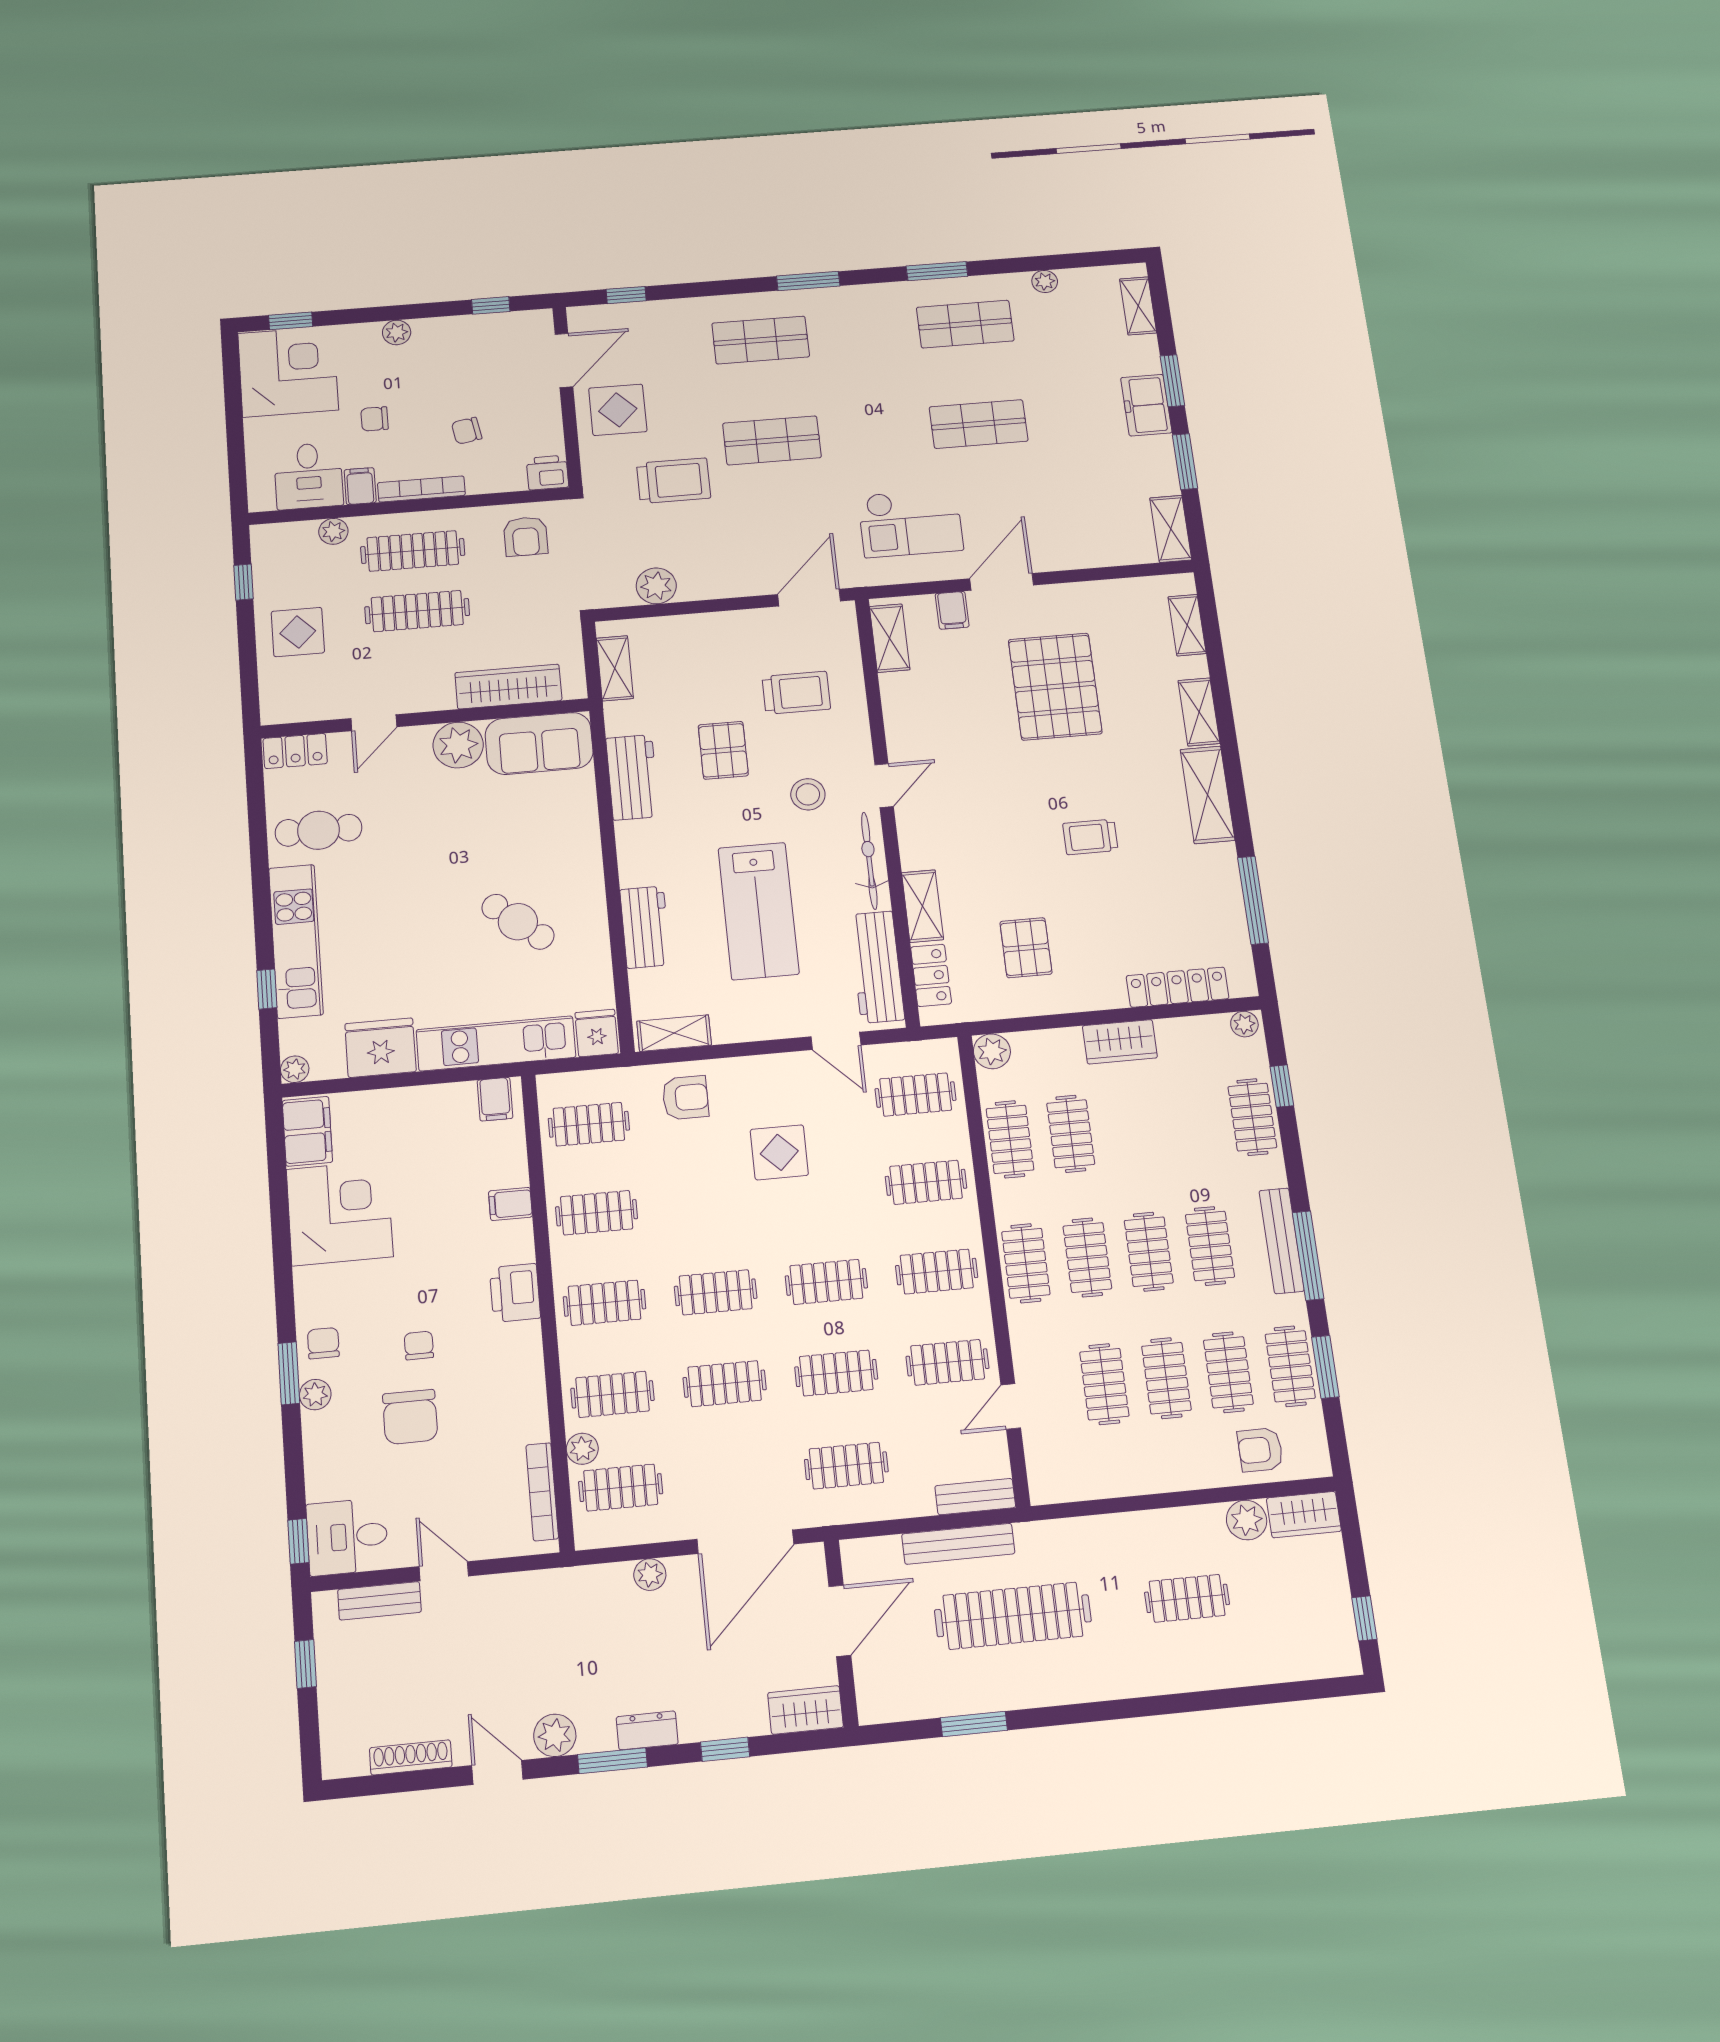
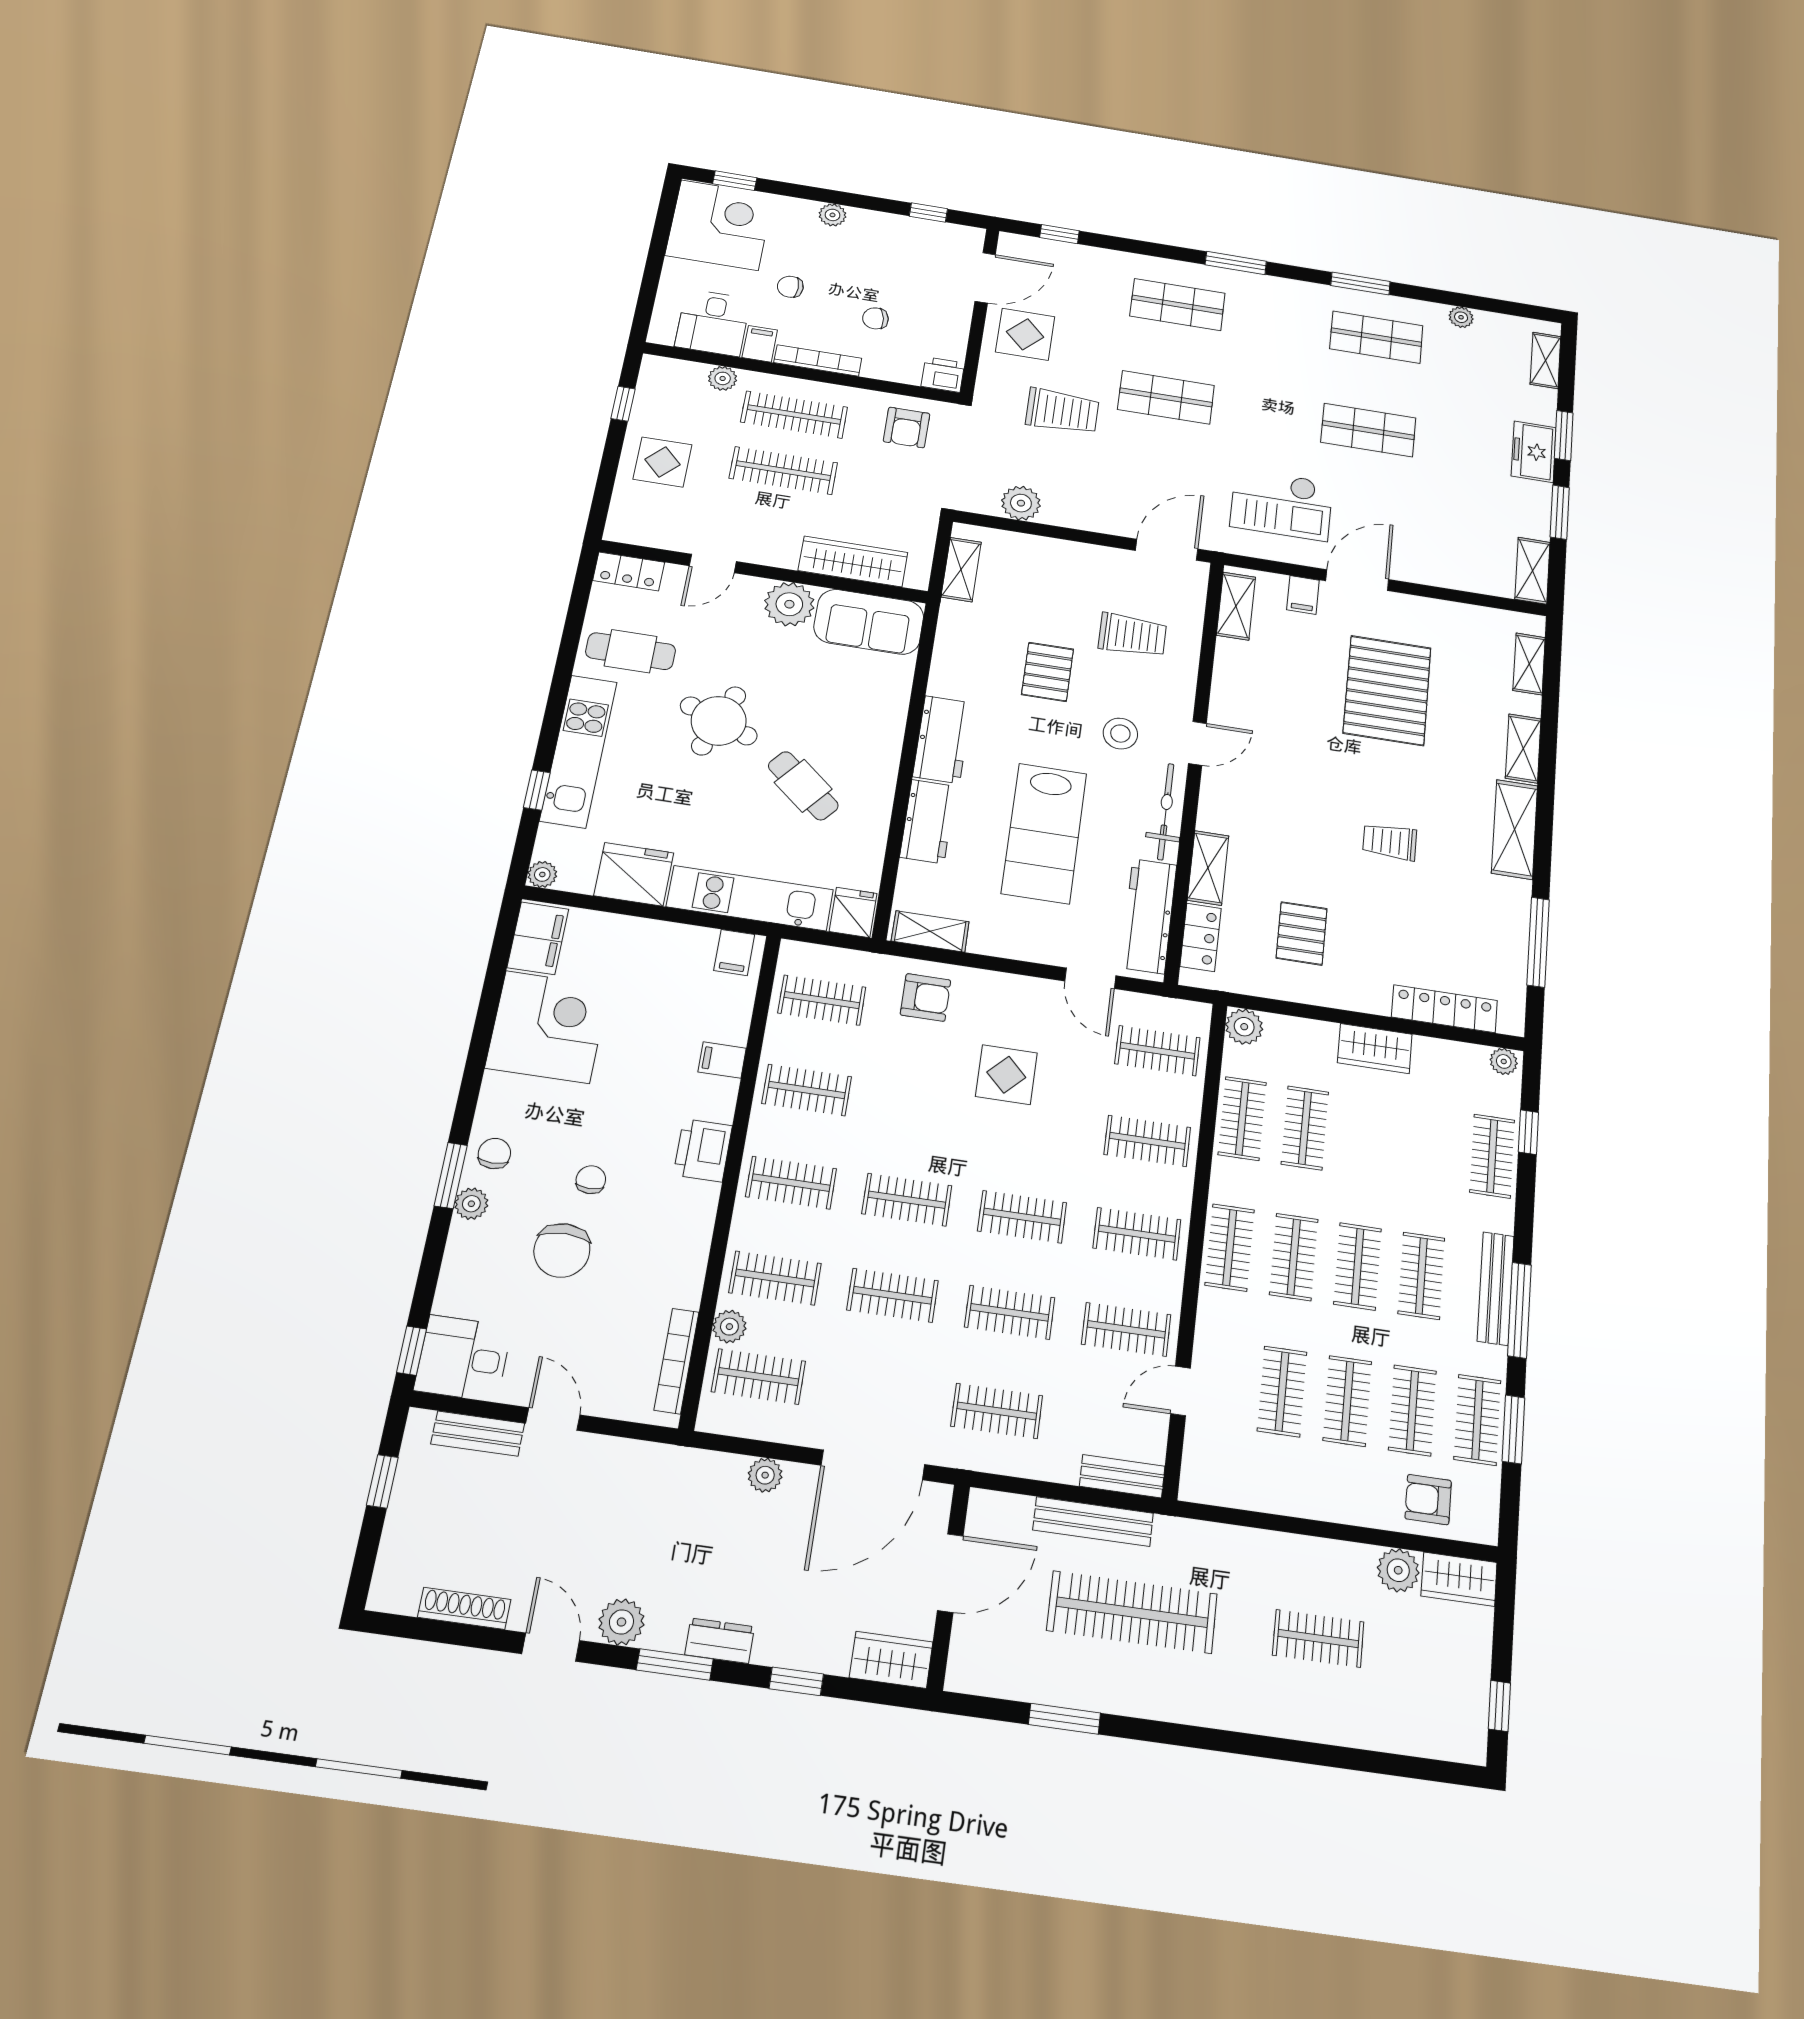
workbench: (633, 777) -> (942, 740), moved
round table: (421, 878) -> (719, 721), added

